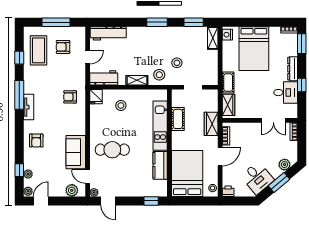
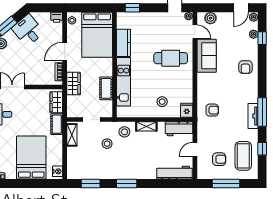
shelving: (213, 38) -> (72, 135), moved
tv unit: (29, 107) -> (253, 116), moved
armchair: (36, 141) -> (245, 67), turned 180

